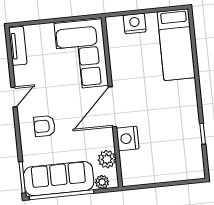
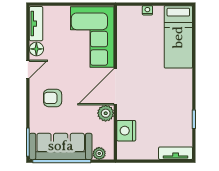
nightstand: (135, 24) -> (147, 10), width x0.53, depth x0.56
floor lamp: (21, 74) -> (36, 49), added
nightstand: (128, 138) -> (126, 131), moved
plant: (107, 159) -> (106, 113), moved
tv unit: (186, 173) -> (176, 153), added

